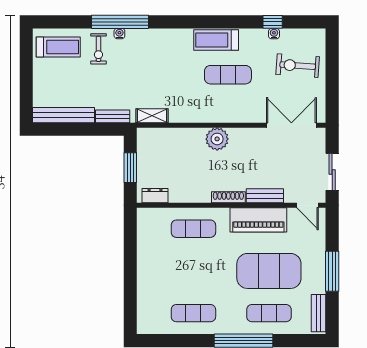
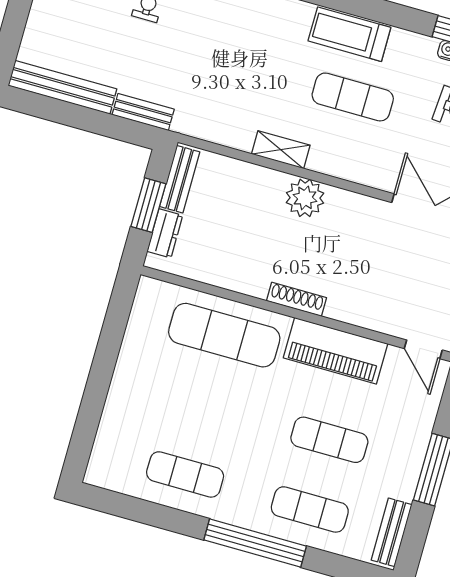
shelving: (152, 116) -> (281, 150), moved
dresser: (155, 196) -> (165, 233), moved, turned 90
bench: (265, 196) -> (180, 179), moved, turned 90
exercise mat: (193, 229) -> (224, 335), width x1.36, depth x1.45
exercise mat: (269, 271) -> (329, 440), width x0.50, depth x0.69

